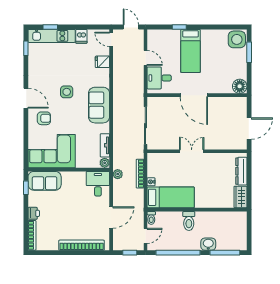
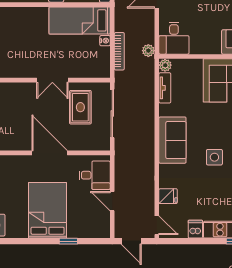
bed: (191, 51) -> (48, 210), width x1.50
rug: (170, 130) -> (80, 107), added

